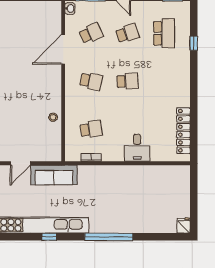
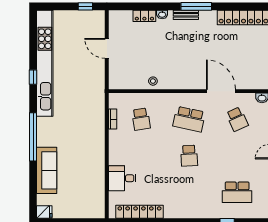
school desk: (128, 33) -> (237, 156), removed
school desk: (91, 81) -> (189, 119), width x1.85
desk: (137, 148) -> (122, 178), moved
sofa: (54, 175) -> (47, 170), moved, turned 180

